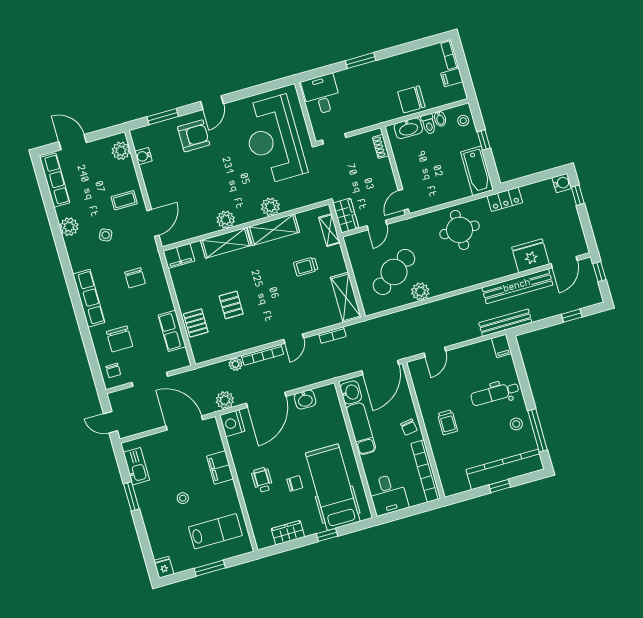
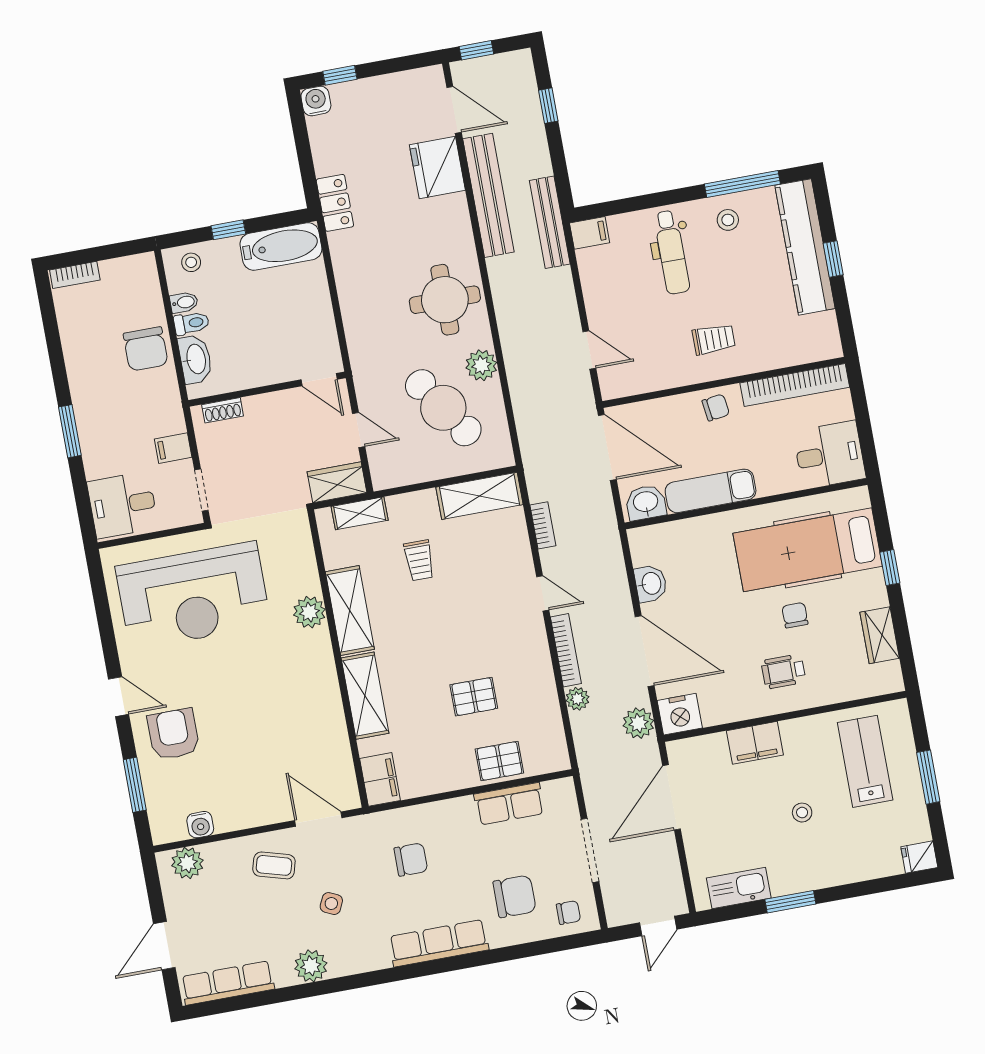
filing cabinet: (452, 77) -> (173, 448), moved, turned 90
coffee table: (124, 200) -> (274, 865), turned -74
plant: (226, 220) -> (325, 692), removed
round table: (460, 230) -> (445, 300), moved

